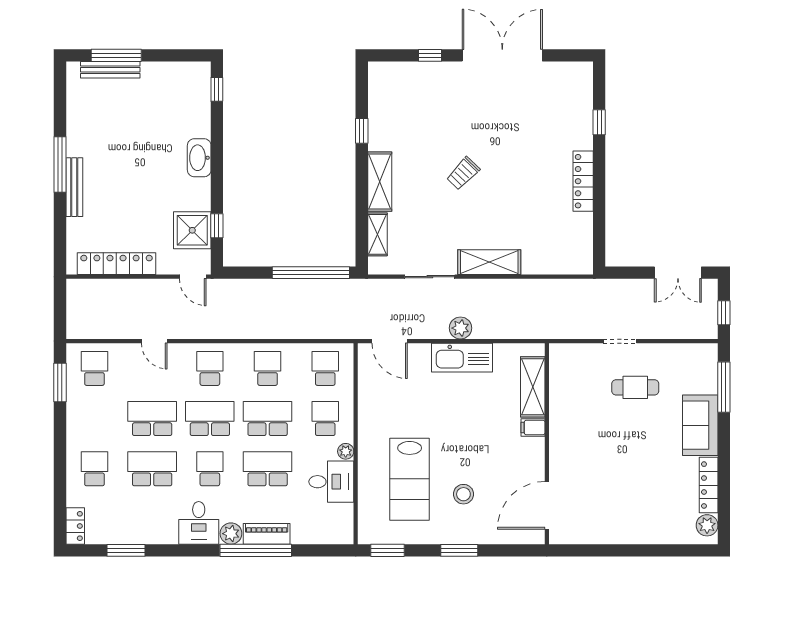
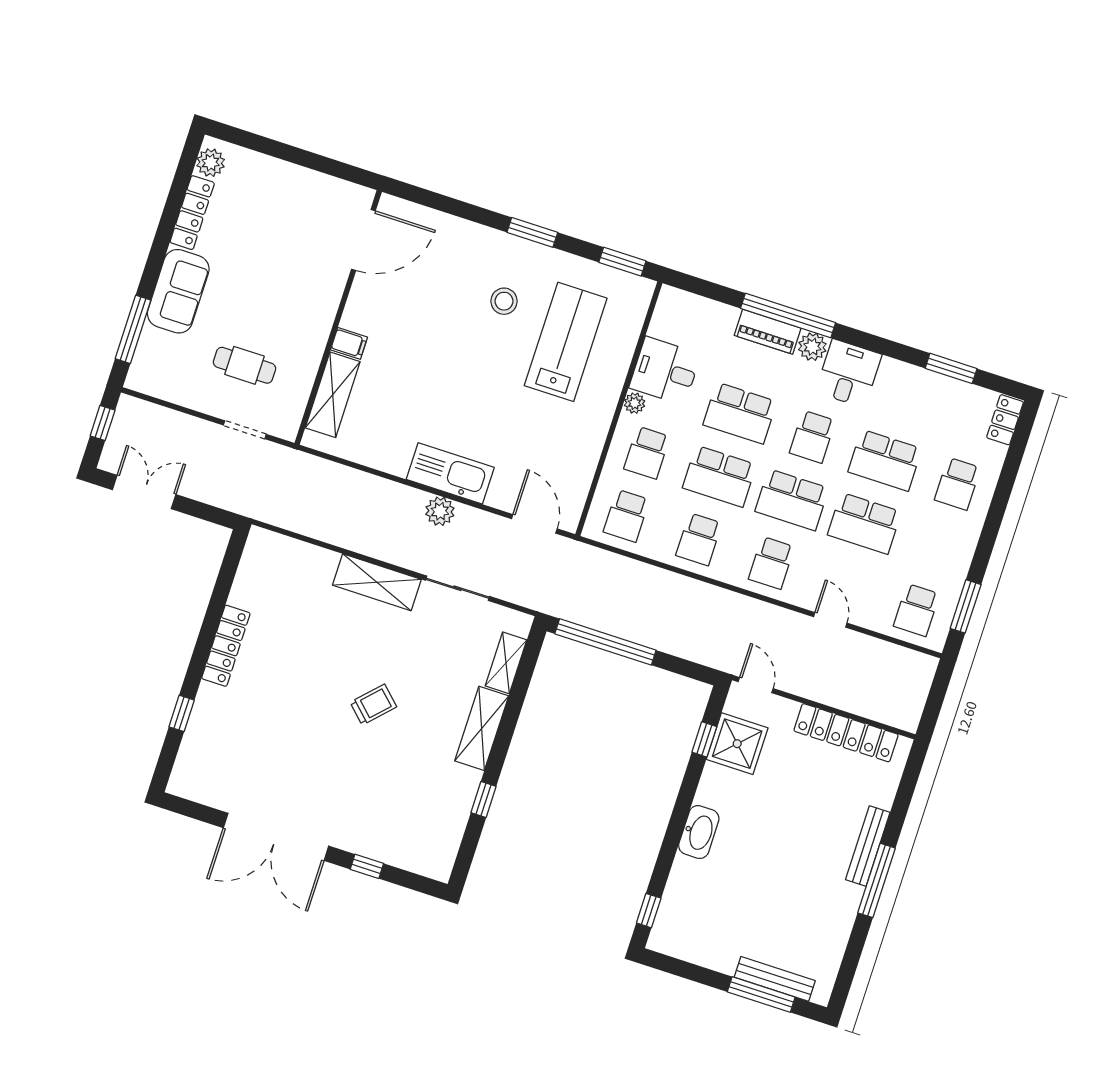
shelving: (533, 387) -> (333, 395), moved
filing cabinet: (533, 428) -> (349, 343), moved
wall: (547, 444) -> (338, 317), moved
door: (547, 505) -> (363, 240), moved

